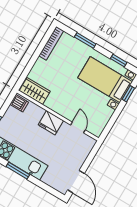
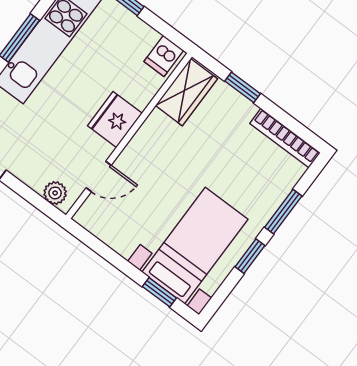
window: (119, 60) -> (250, 256), moved
window: (30, 65) -> (243, 87), added
plant: (88, 147) -> (55, 193), added

